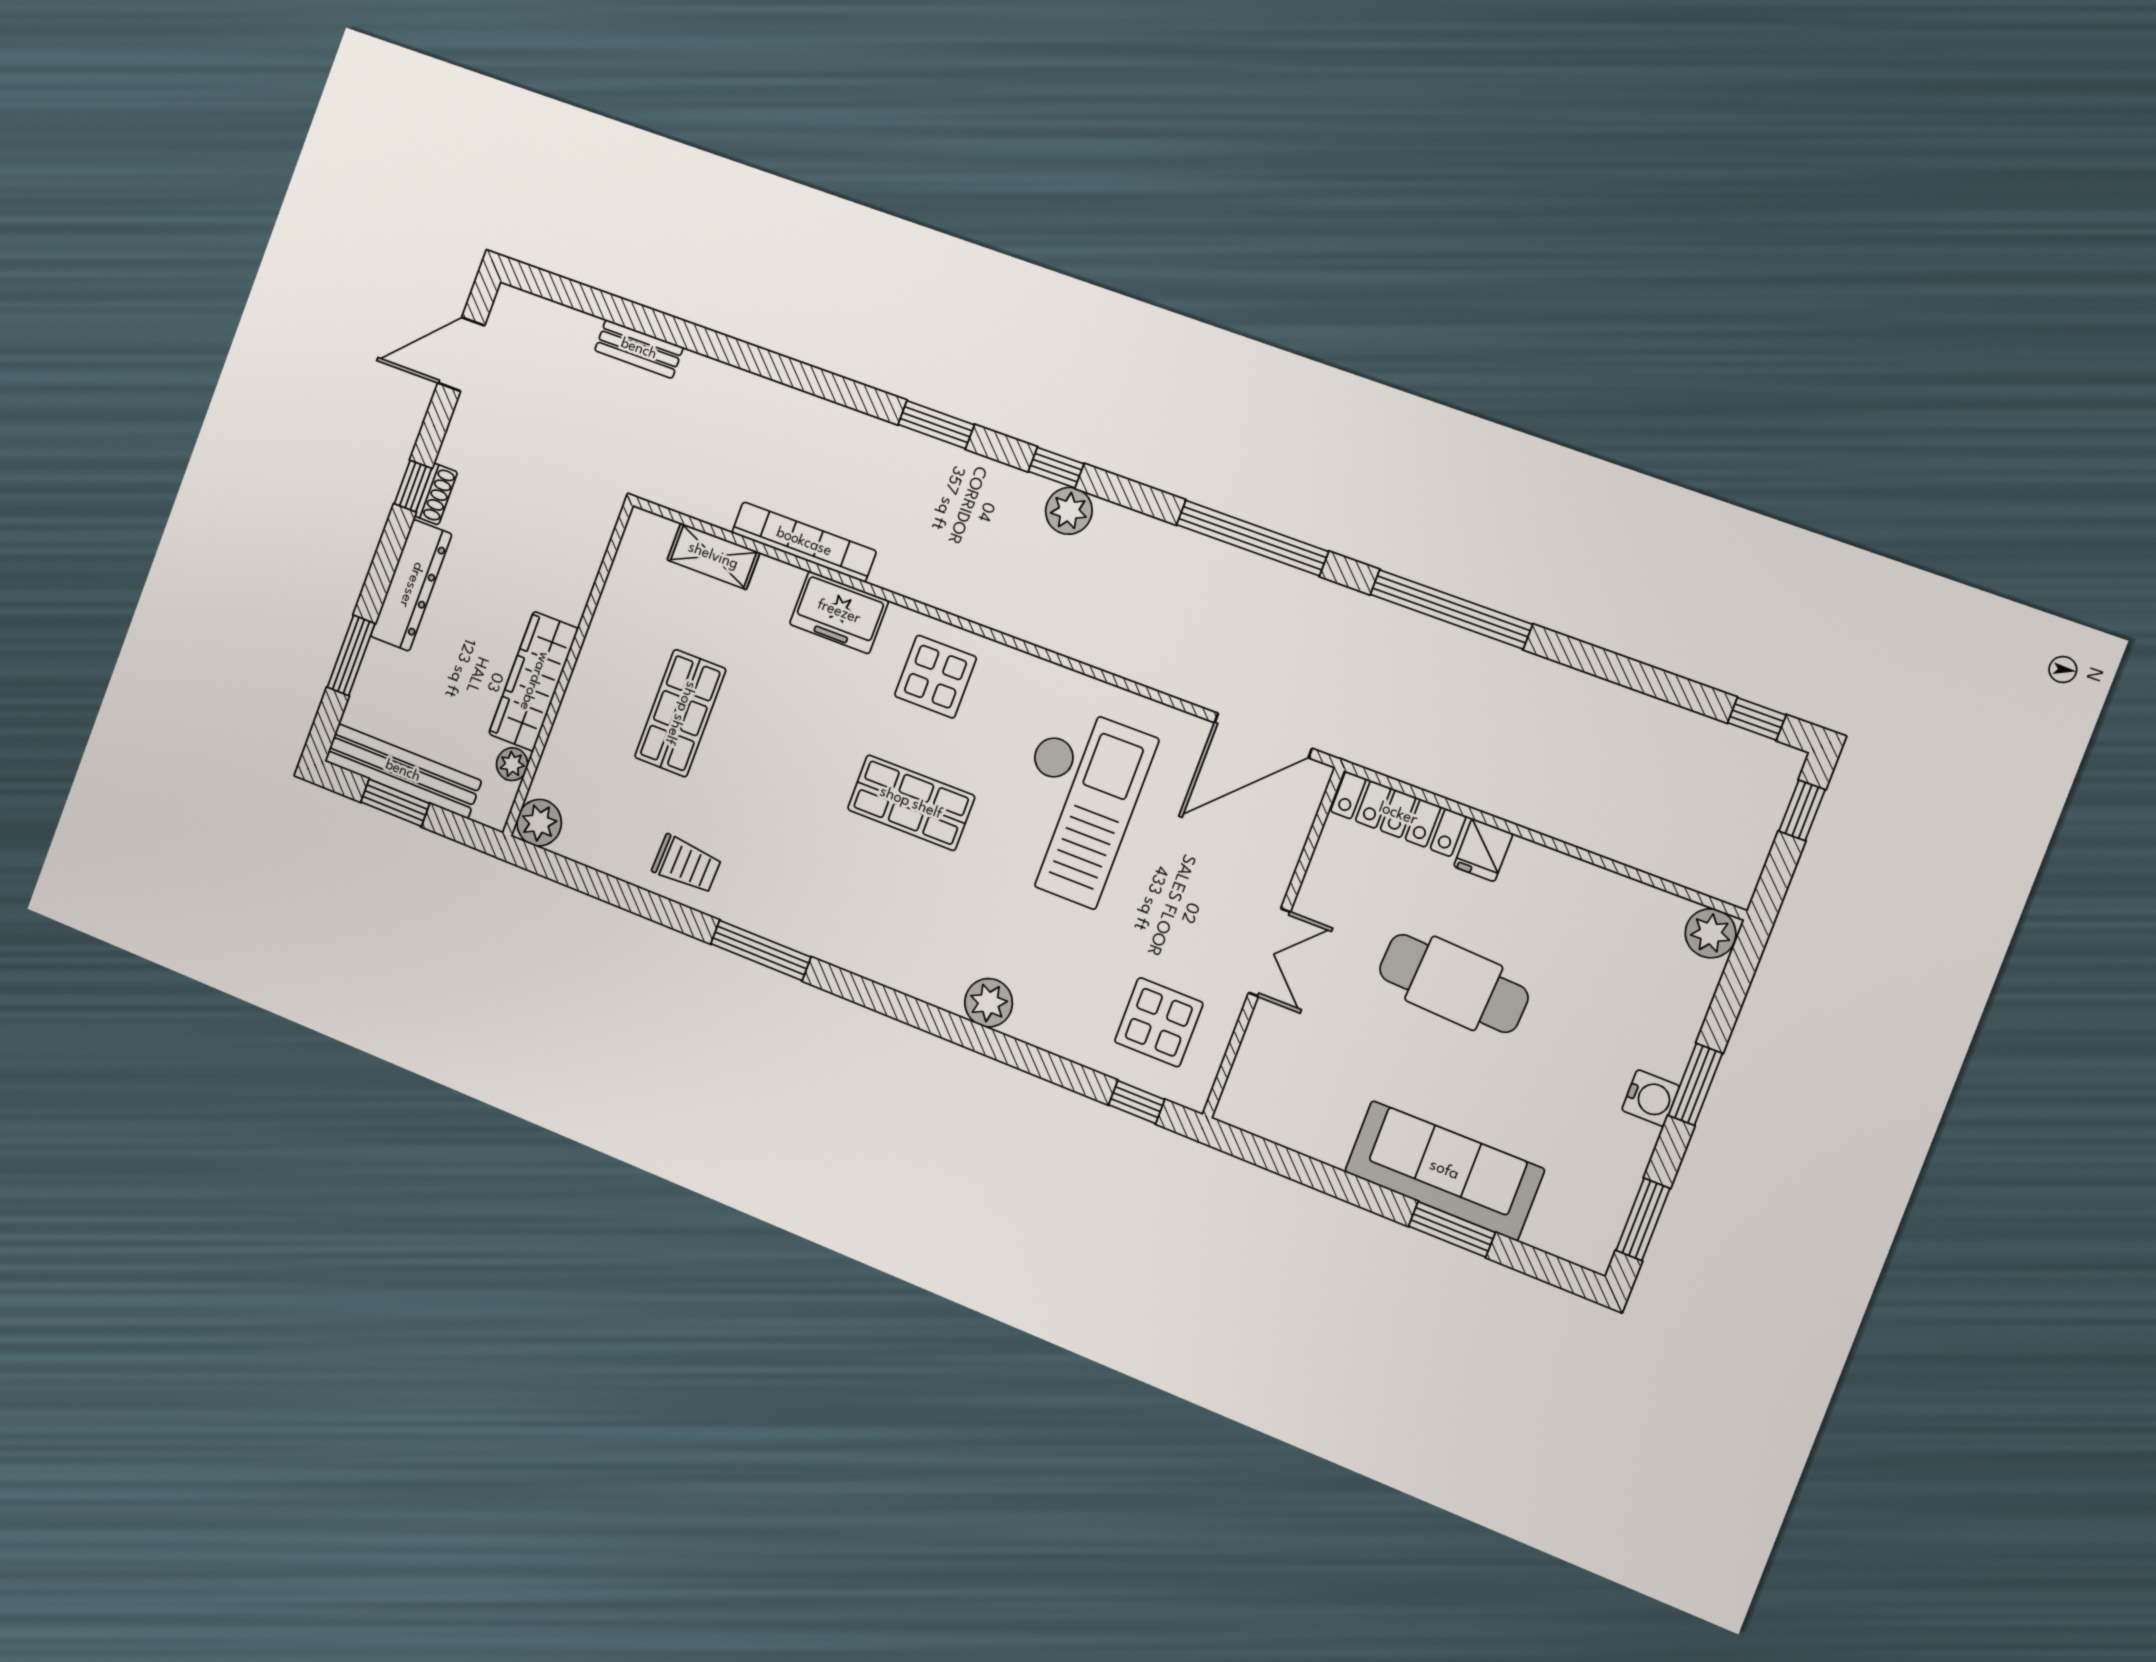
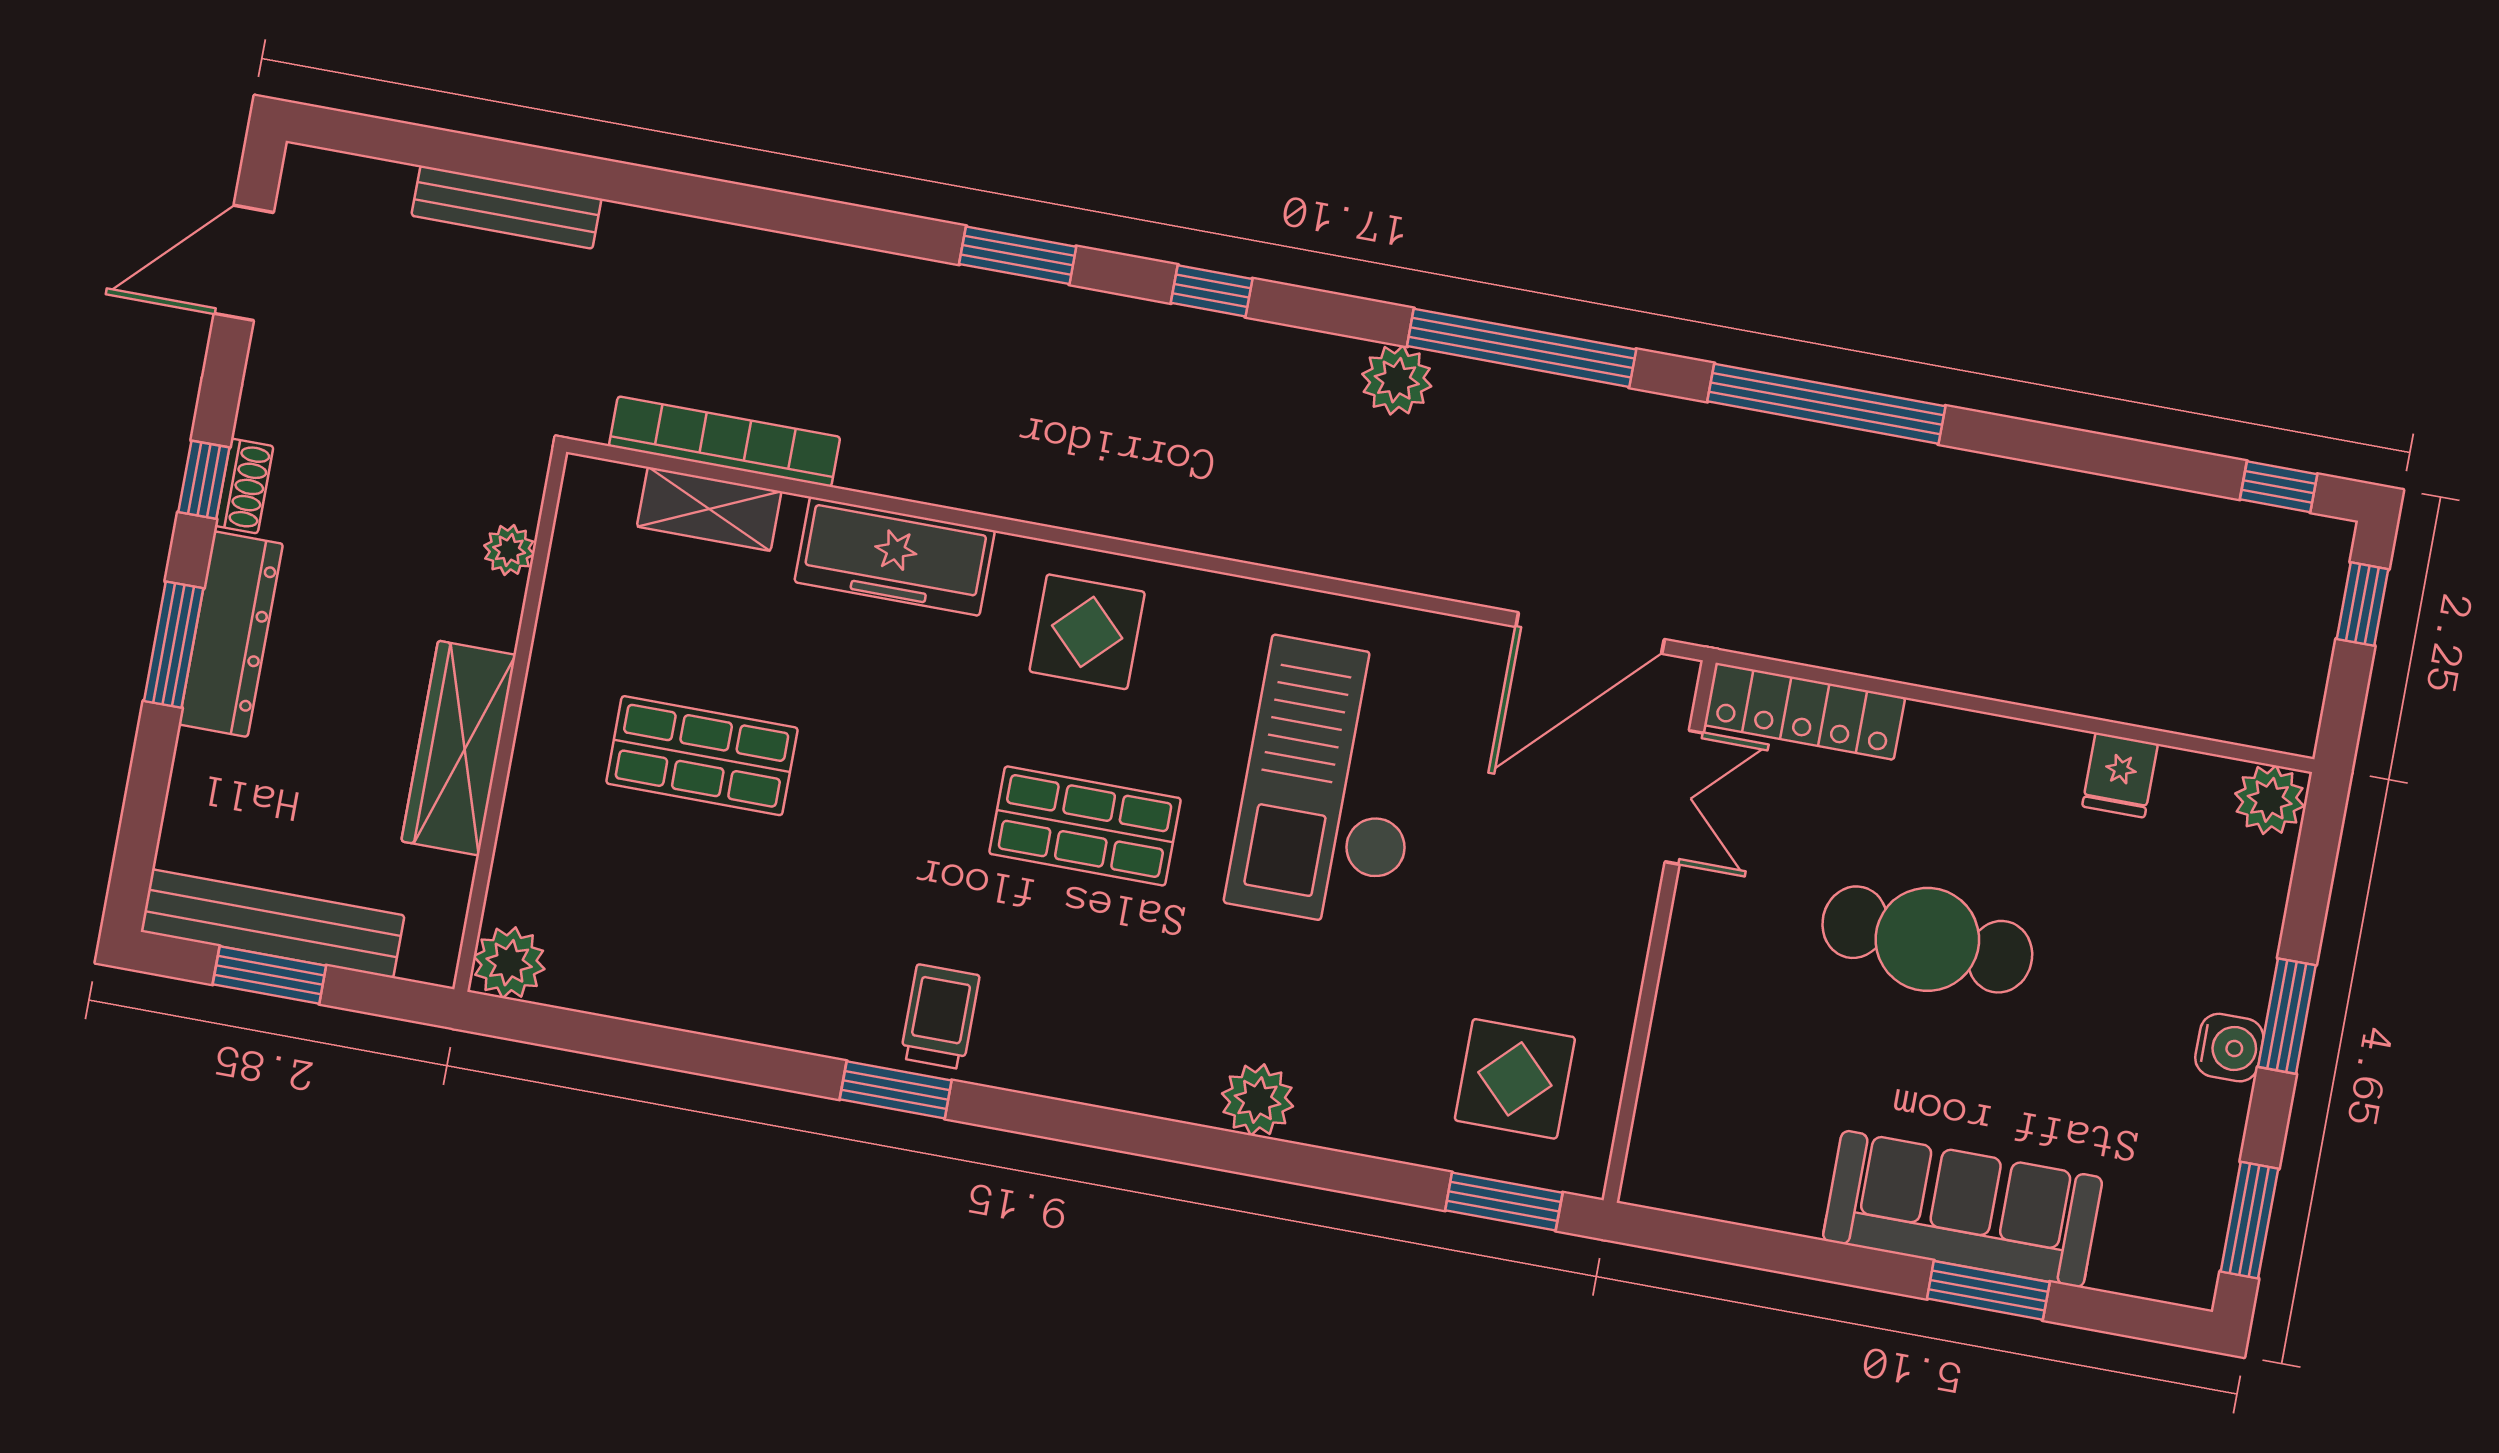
bench: (639, 349) -> (506, 207), width x1.36
plant: (1069, 511) -> (1397, 380), moved
bookcase: (804, 542) -> (725, 442), moved
freezer: (839, 612) -> (895, 556), width x1.40
window: (351, 655) -> (174, 645), moved
shop shelf: (680, 713) -> (702, 756), turned 90
plant: (512, 764) -> (509, 550), moved
checkout: (1075, 804) -> (1332, 784), turned 180
fridge: (1483, 850) -> (2120, 775), moved
trolley: (687, 864) -> (940, 1017), moved, turned -92
window: (761, 950) -> (896, 1090), width x0.69
double door: (1269, 952) -> (1684, 797), moved
window: (1137, 1102) -> (1504, 1201), width x1.50

